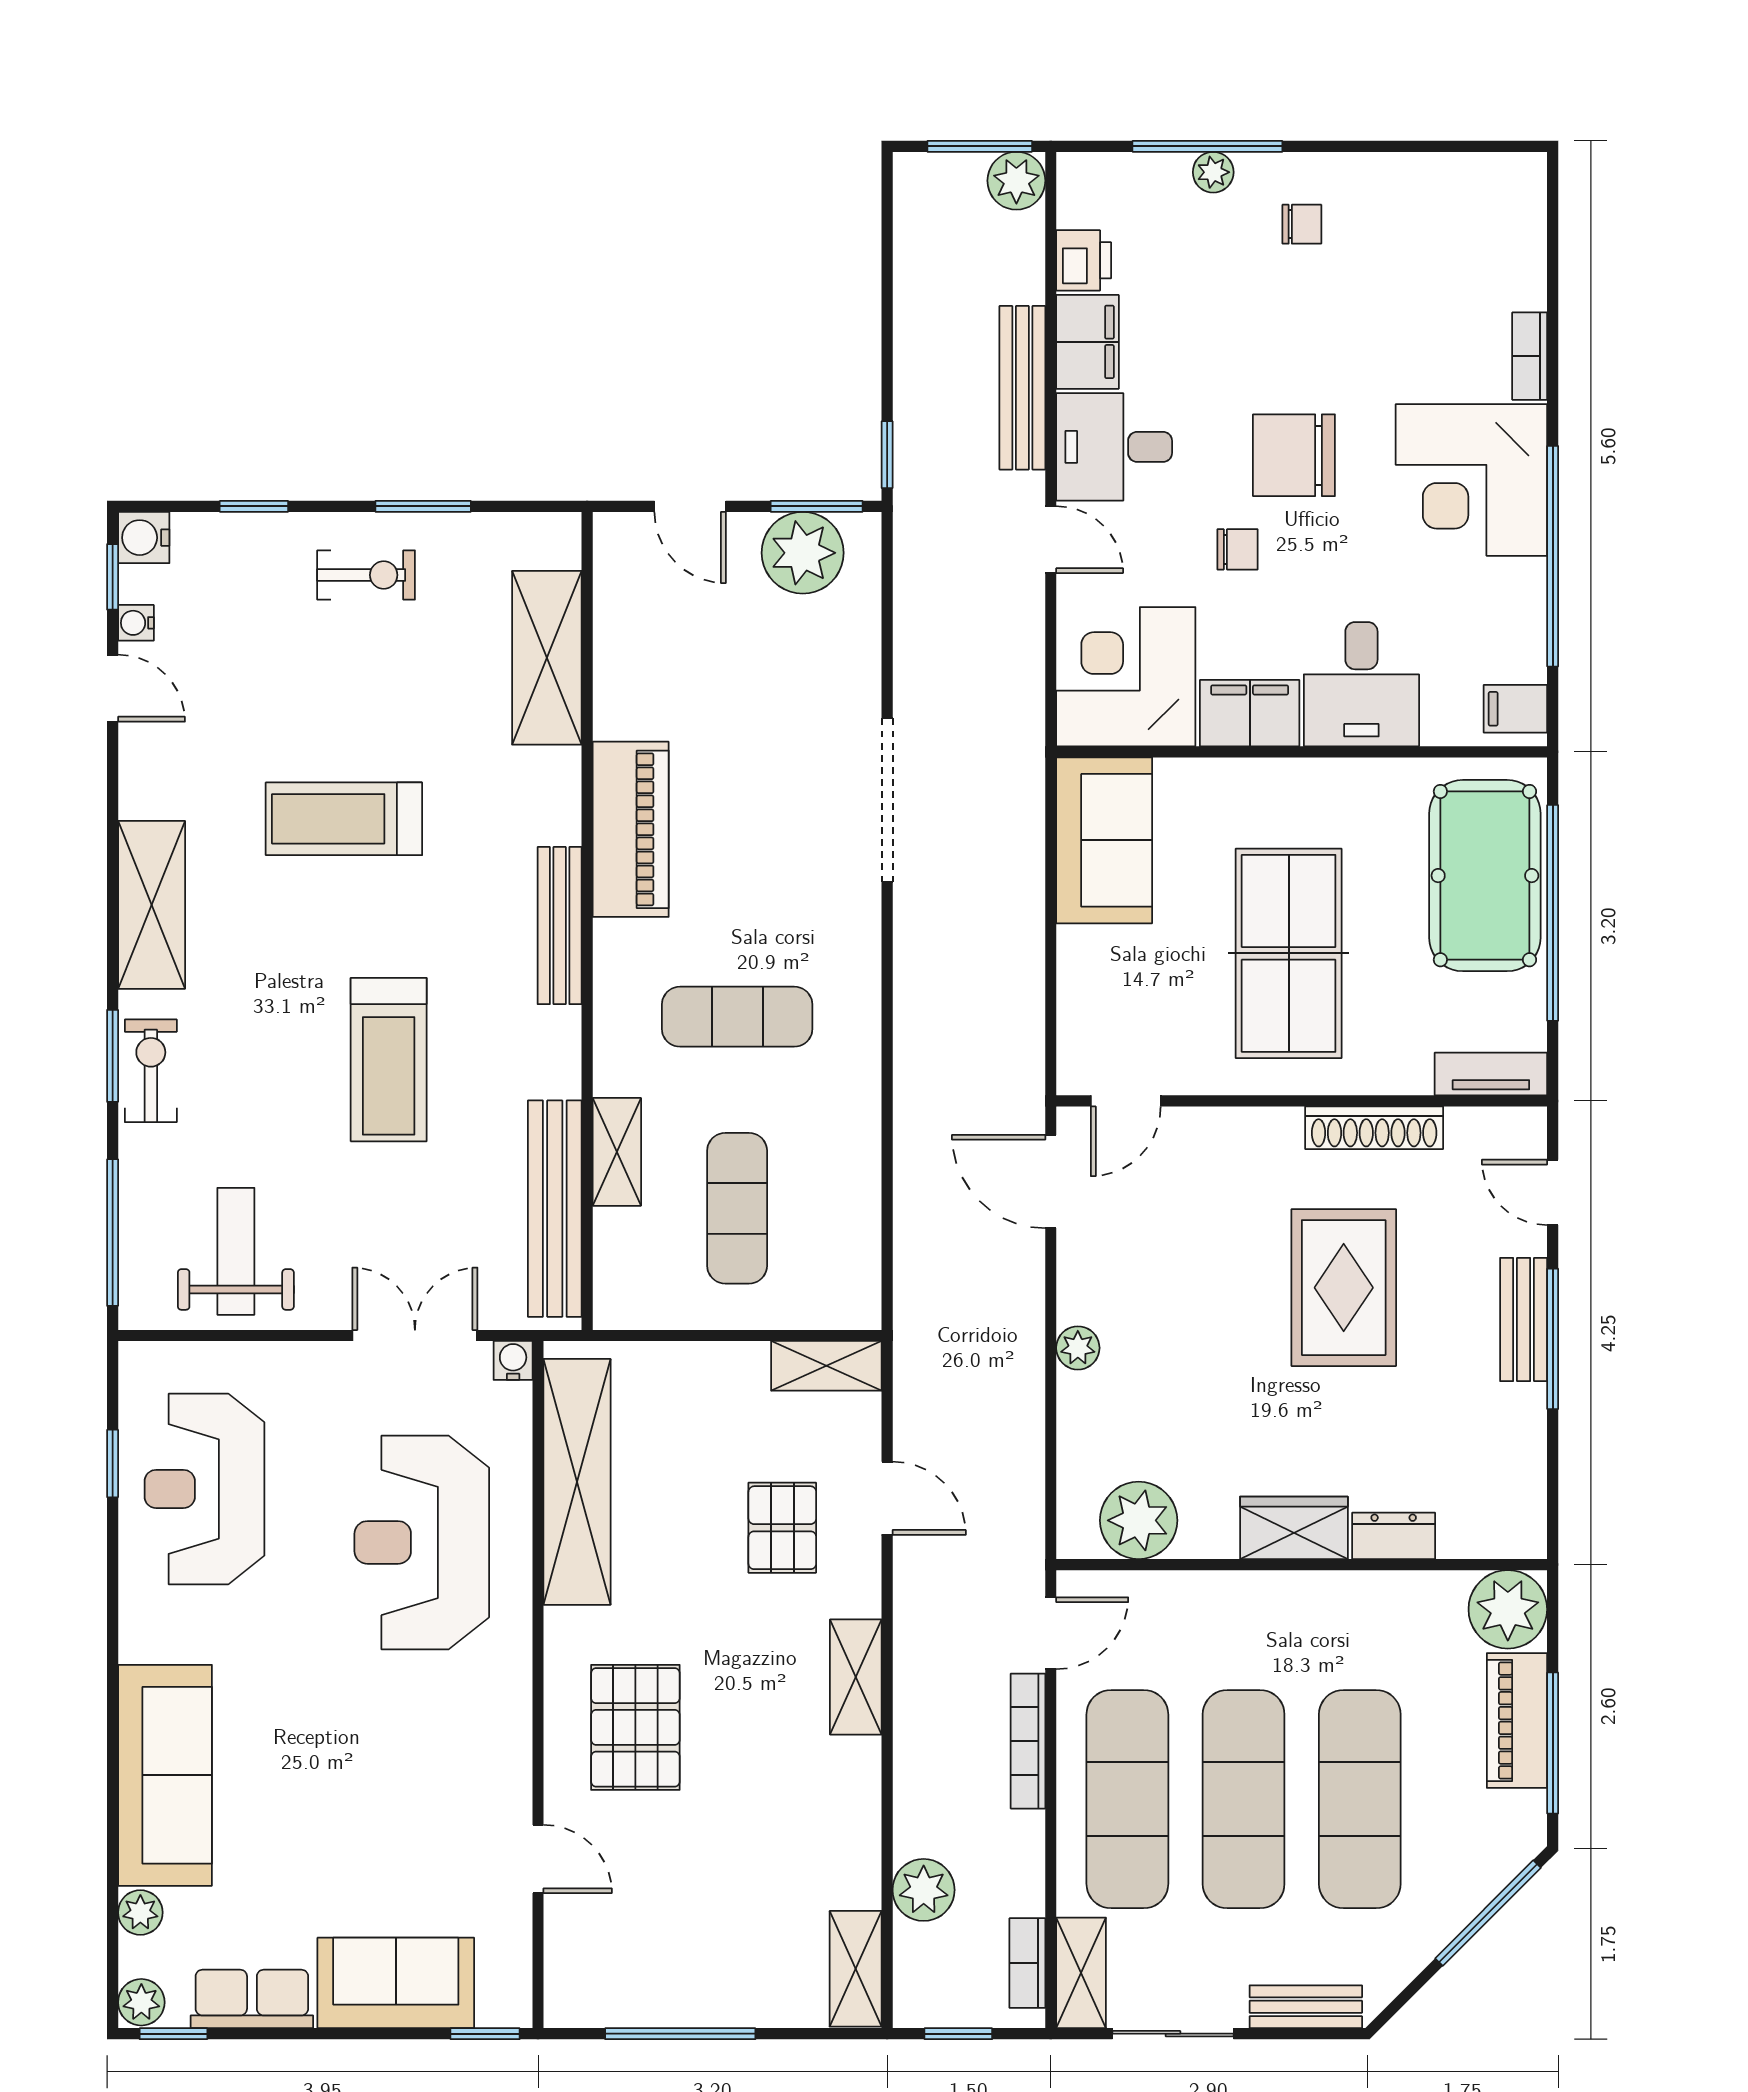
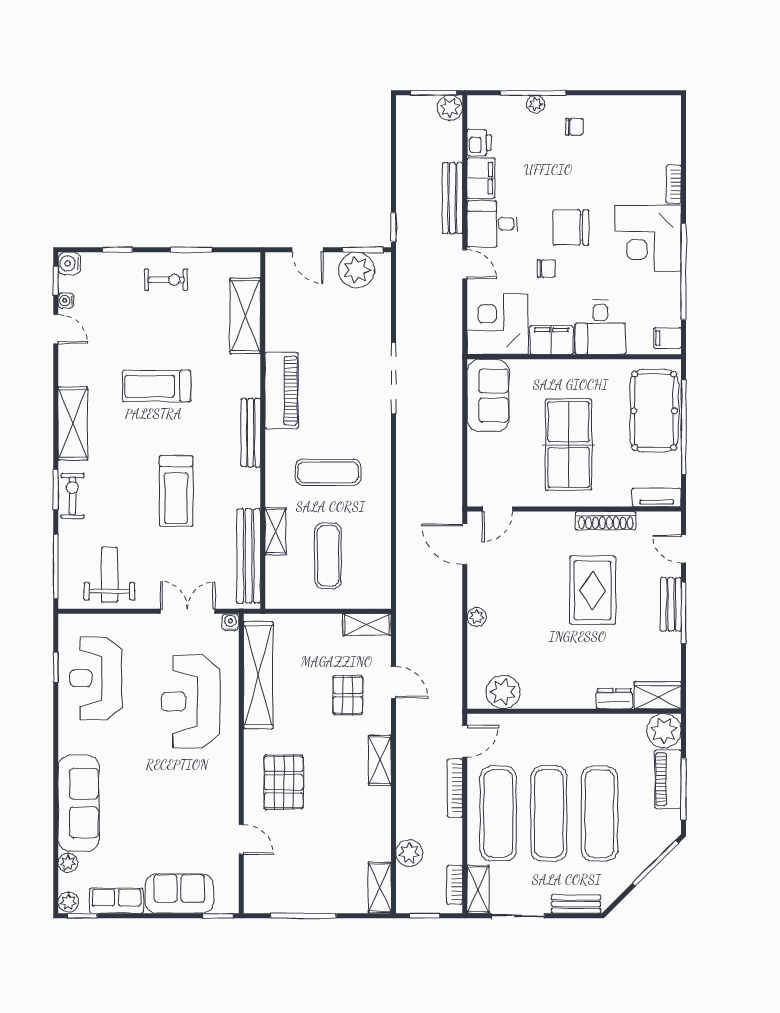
wardrobe: (1294, 1528) -> (658, 695), moved

